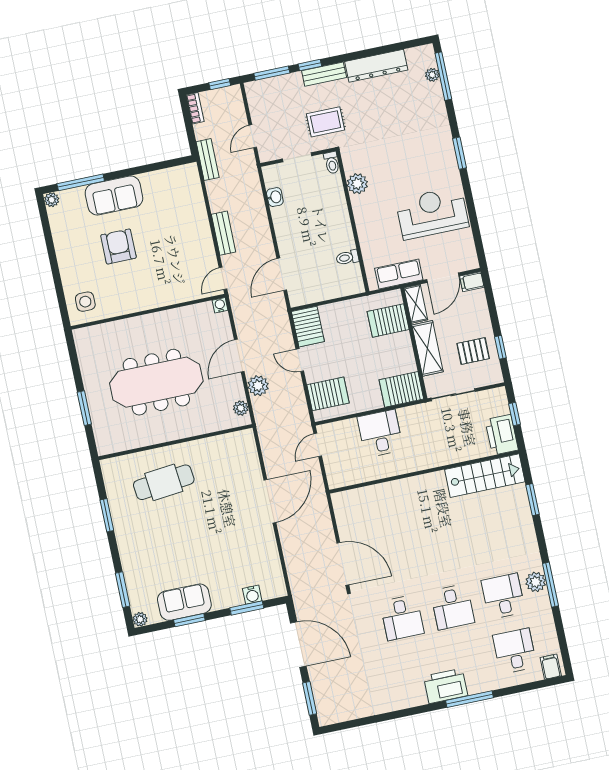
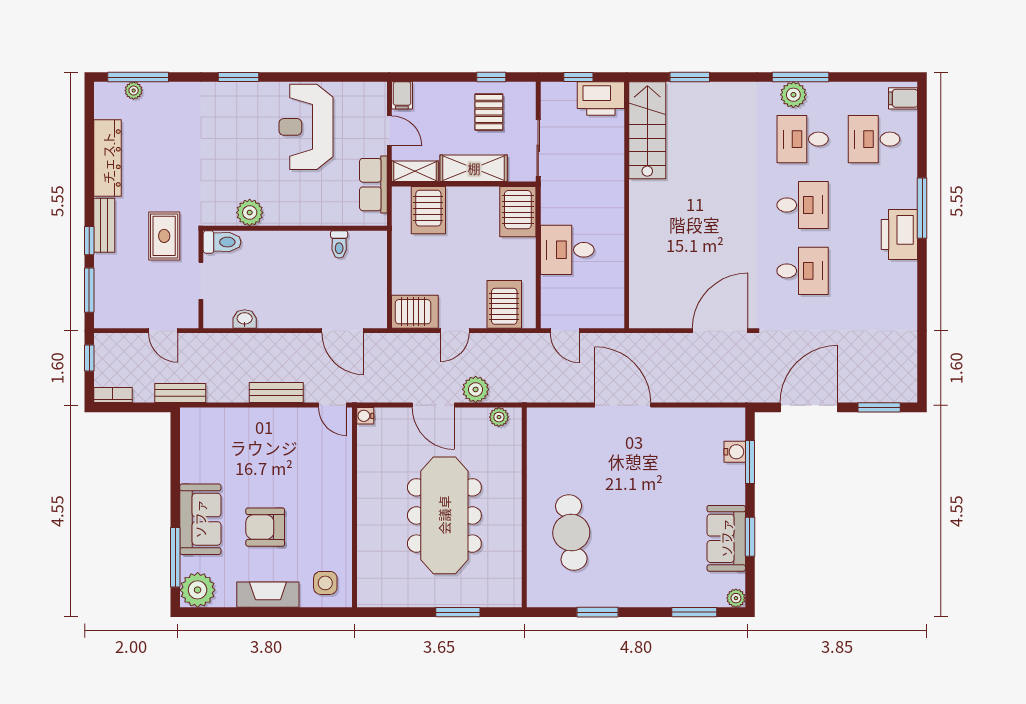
toilet: (332, 163) -> (222, 242), width x1.37, depth x1.39
plant: (52, 200) -> (198, 590), width x1.87, depth x1.87
fireplace: (67, 260) -> (268, 595), added
door: (443, 278) -> (389, 131), width x0.73

